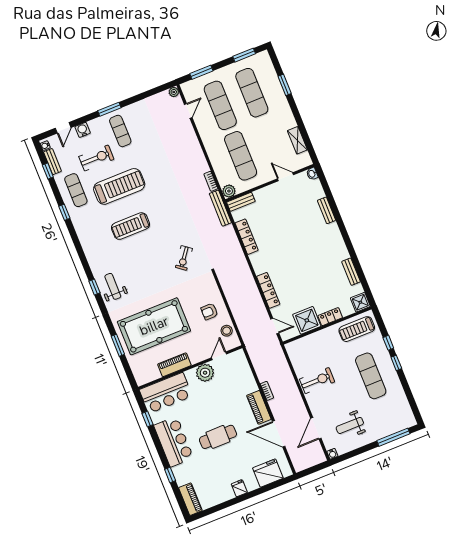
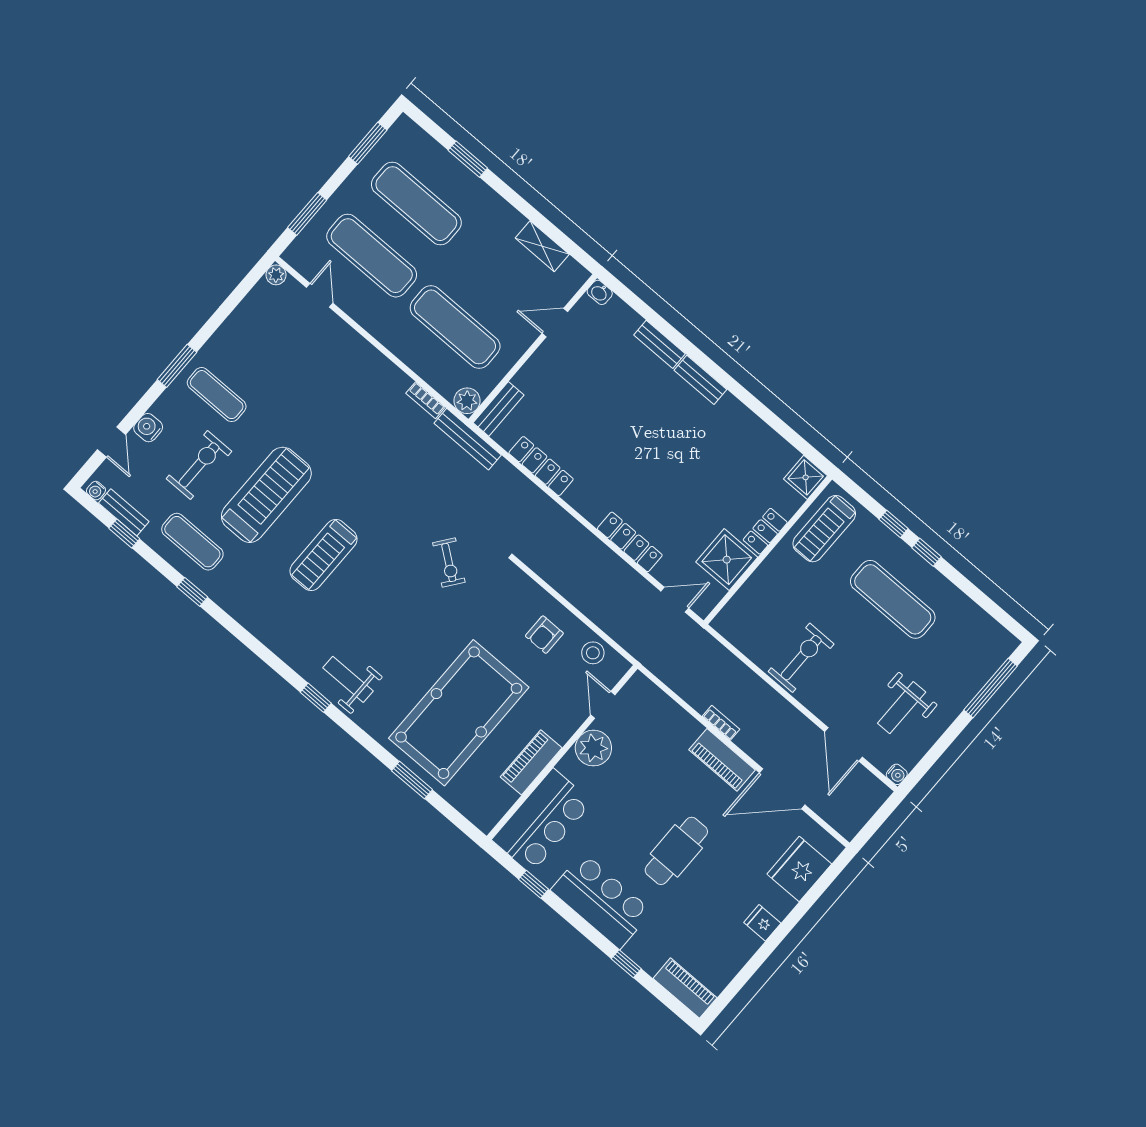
bench: (351, 272) -> (700, 380), moved

